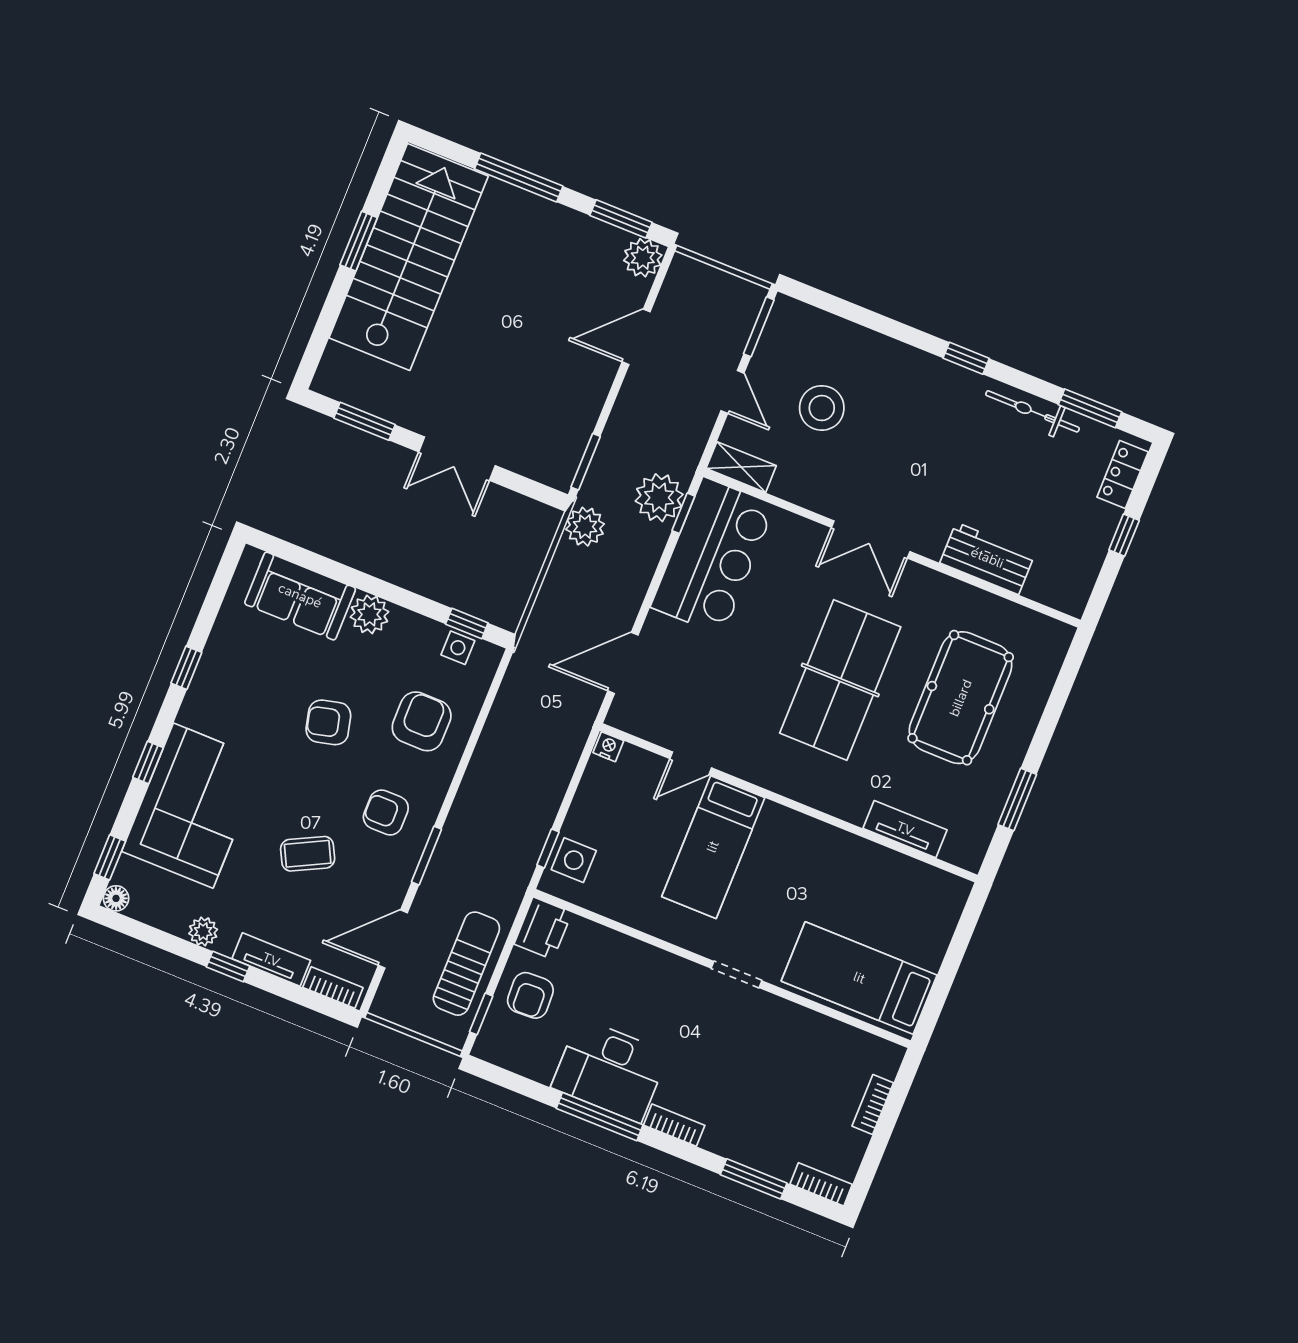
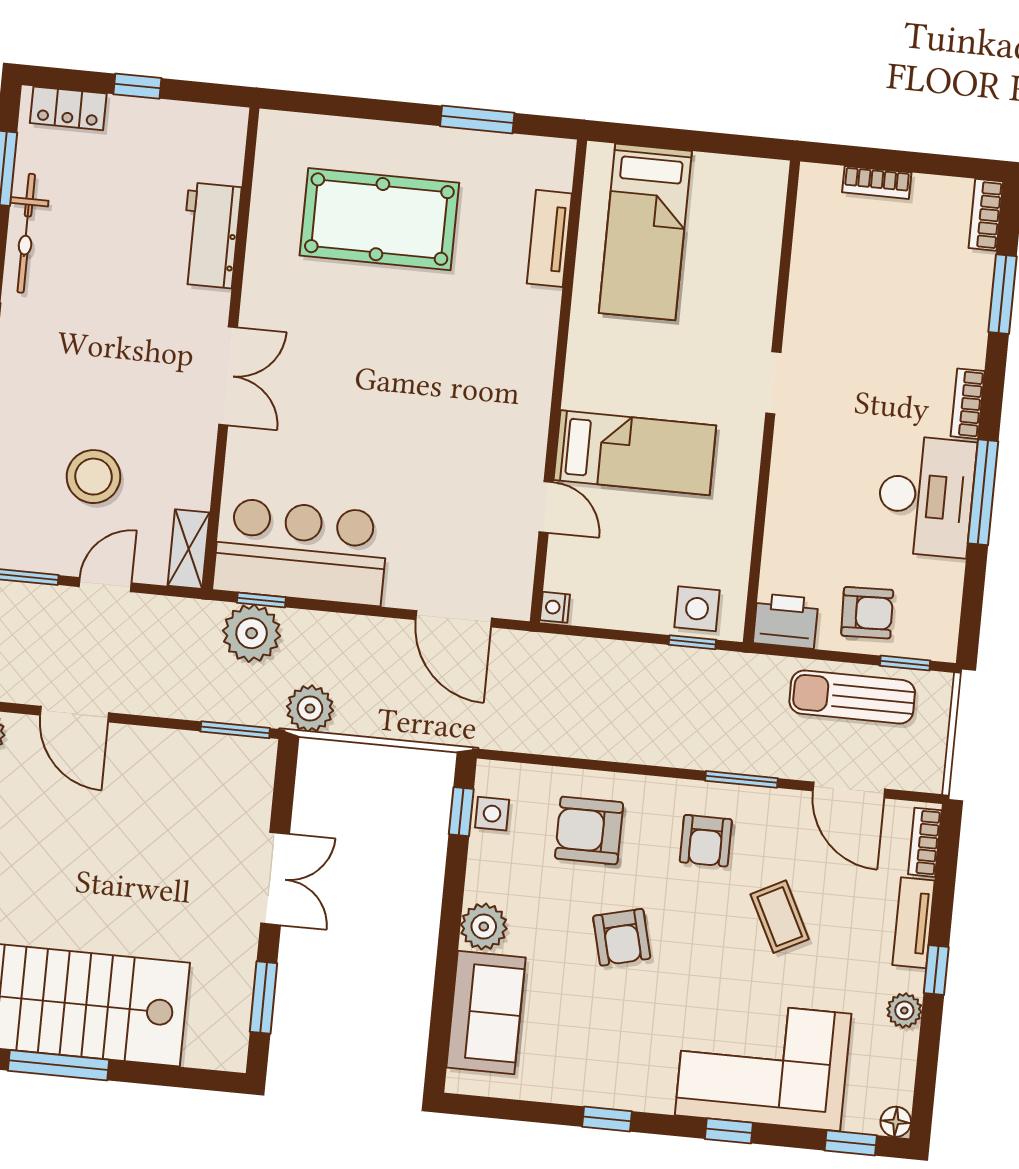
window: (359, 241) -> (58, 1065), width x1.44
table tennis table: (840, 680) -> (400, 363), removed
bed: (859, 978) -> (645, 232), moved

